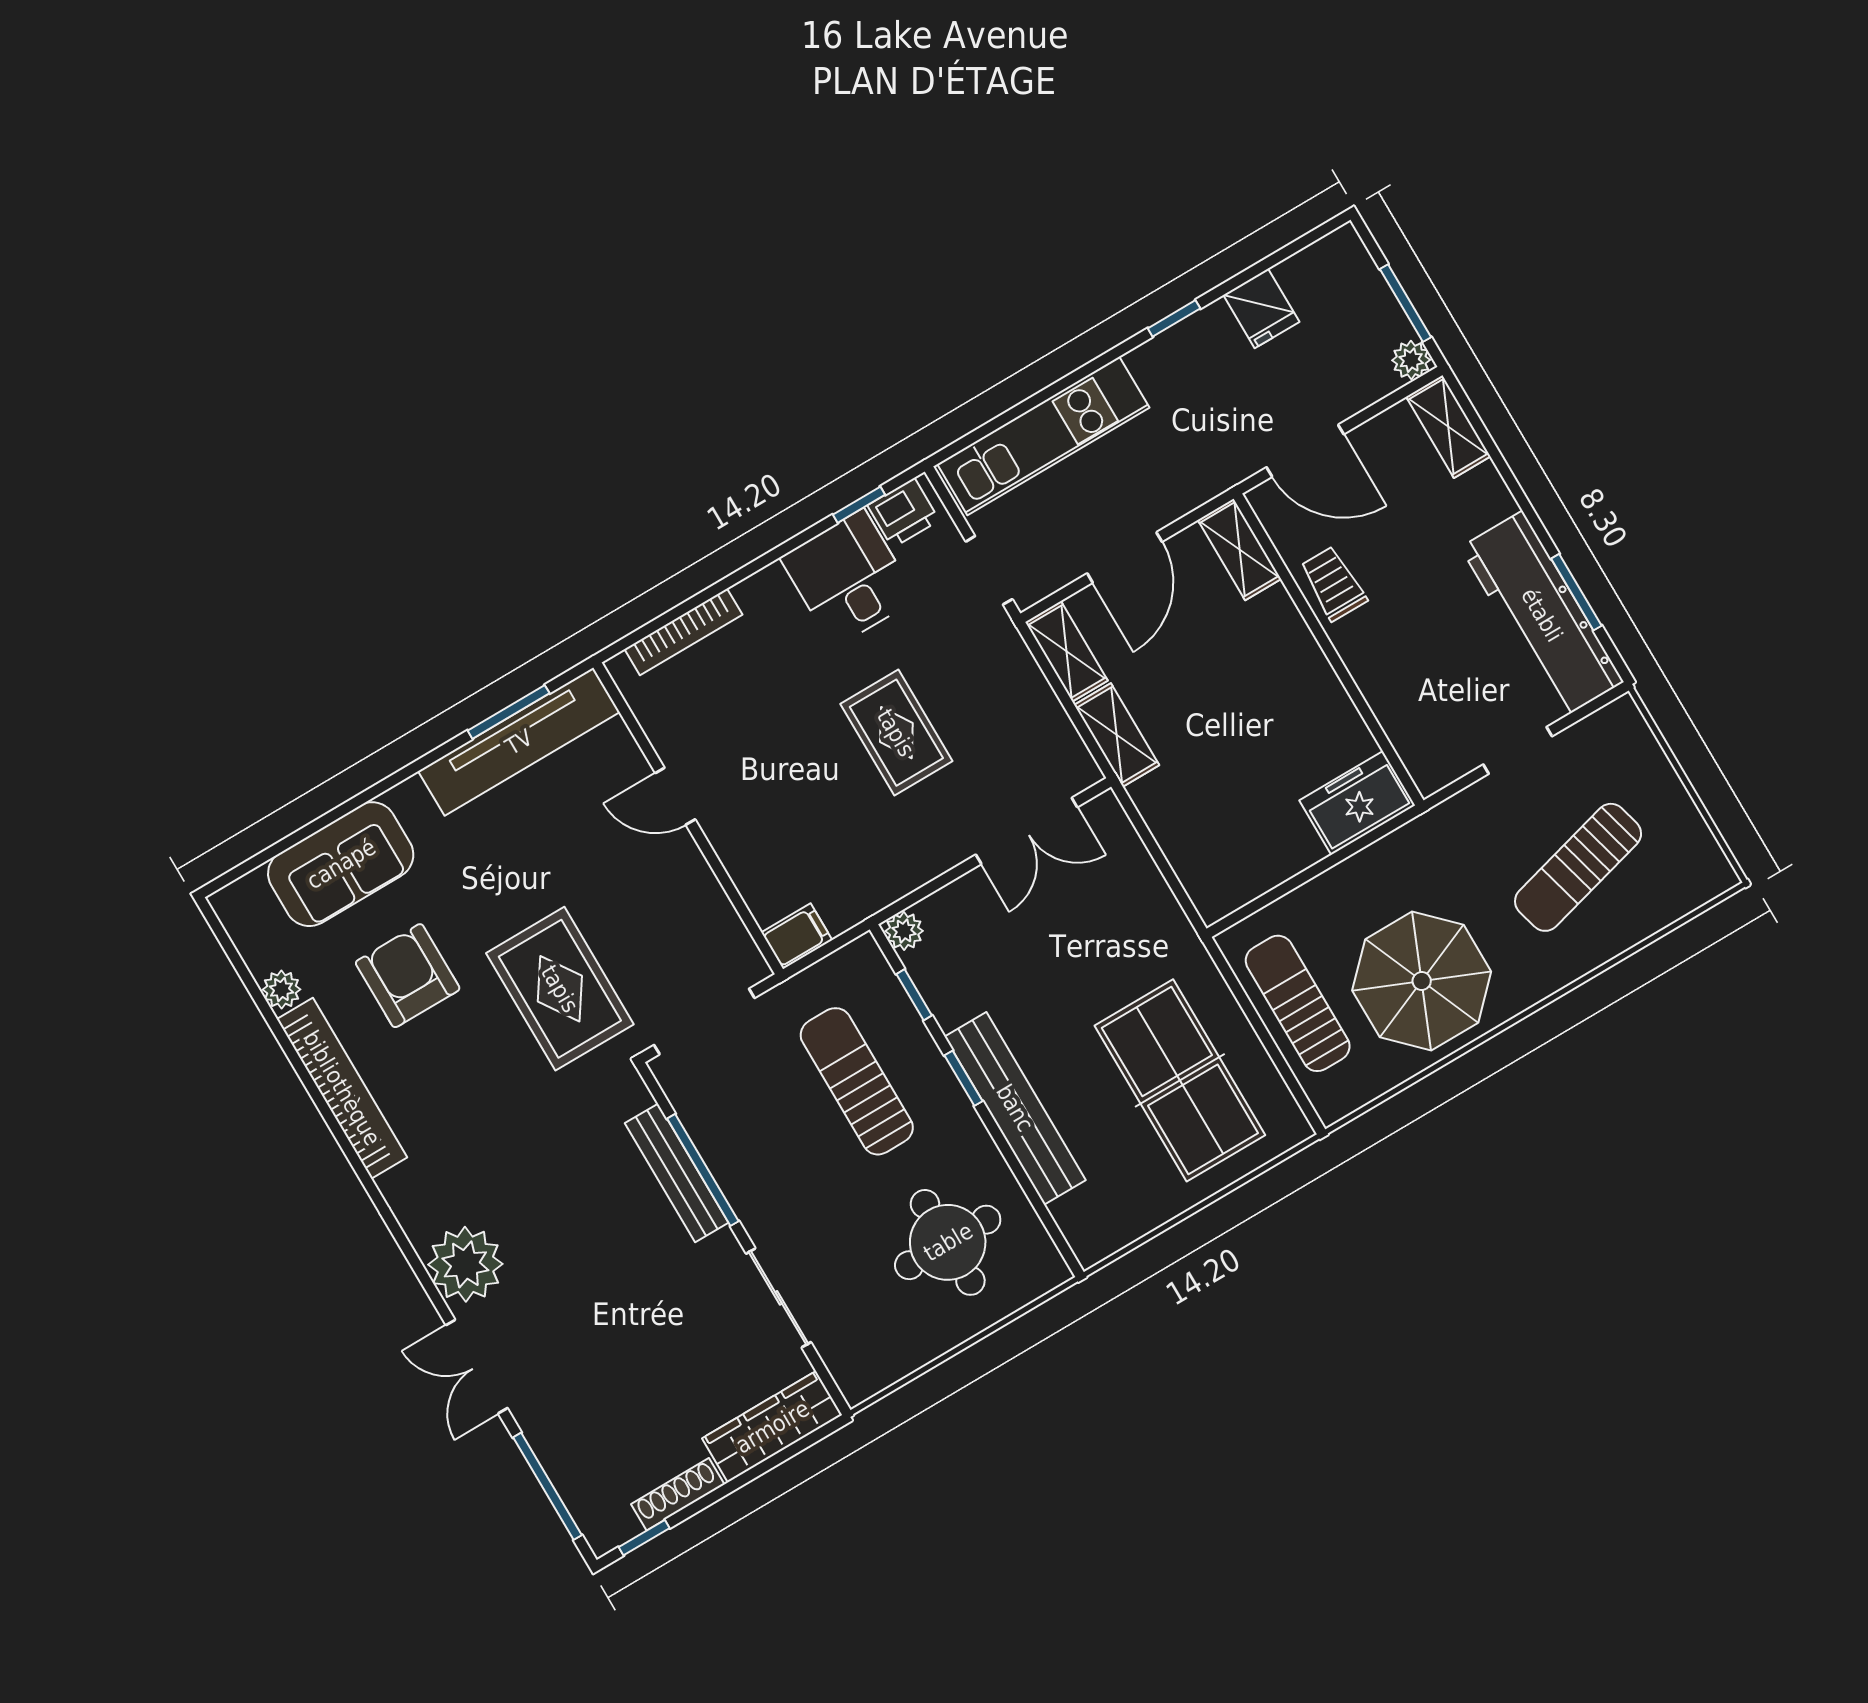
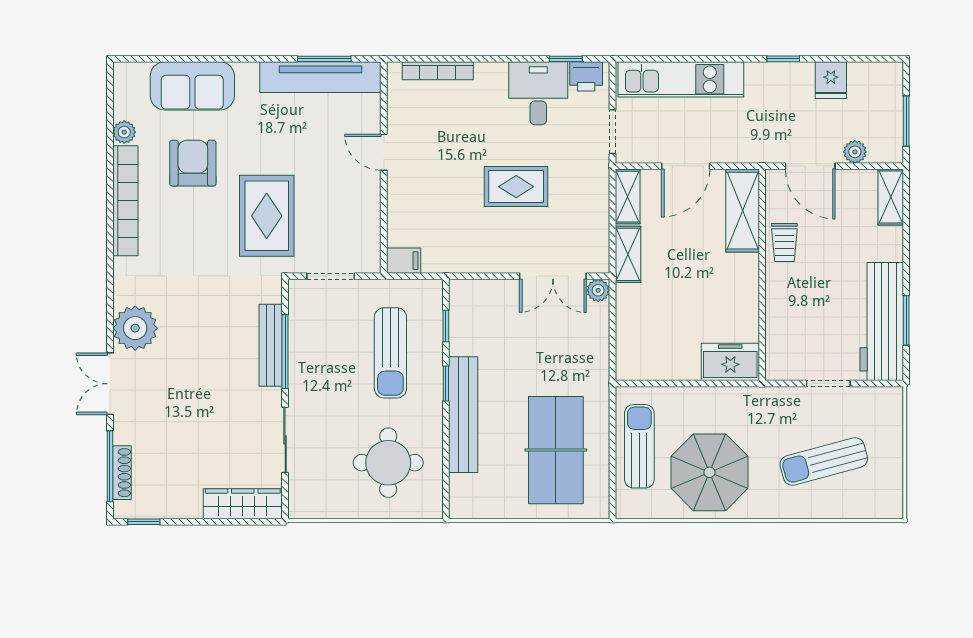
plant: (1411, 360) -> (855, 152), moved
shelving: (1239, 549) -> (743, 211), width x1.50, depth x1.33
trolley: (1333, 584) -> (784, 242), turned 180
rug: (896, 733) -> (516, 187), turned 90
plant: (904, 931) -> (598, 290), moved
doorway: (704, 1022) -> (331, 276), width x0.73
sun lounger: (857, 1081) -> (390, 353), turned 180
shoe rack: (678, 1494) -> (122, 473), moved, turned 90

